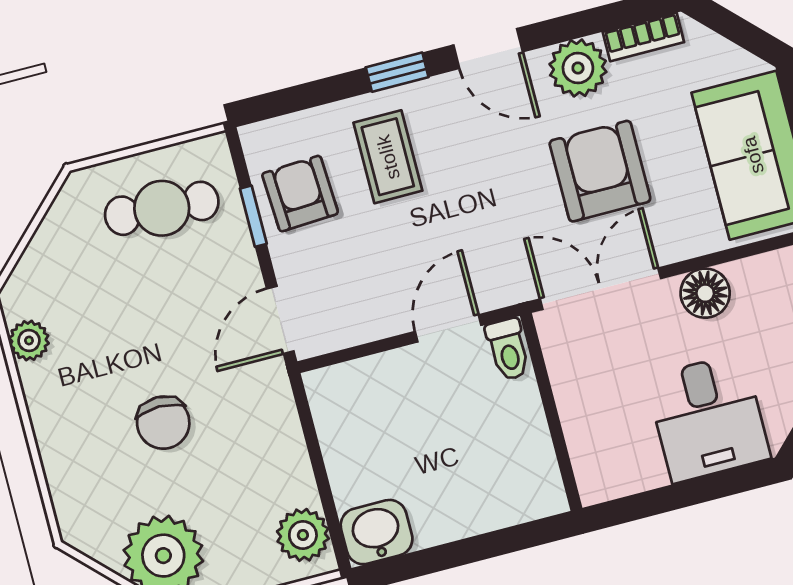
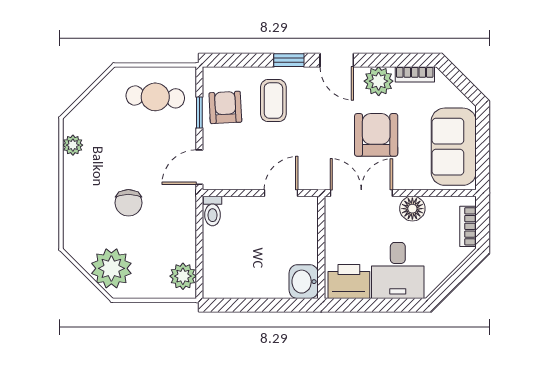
toilet: (508, 349) -> (213, 211), moved
printer: (621, 463) -> (349, 282), added
washbasin: (377, 532) -> (304, 282), moved, turned -90

